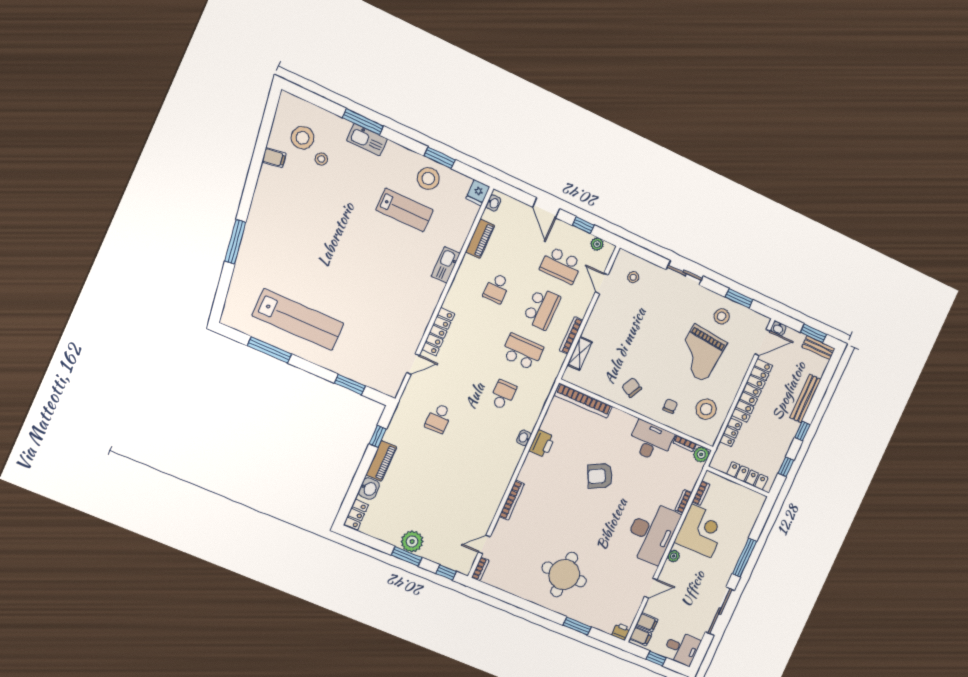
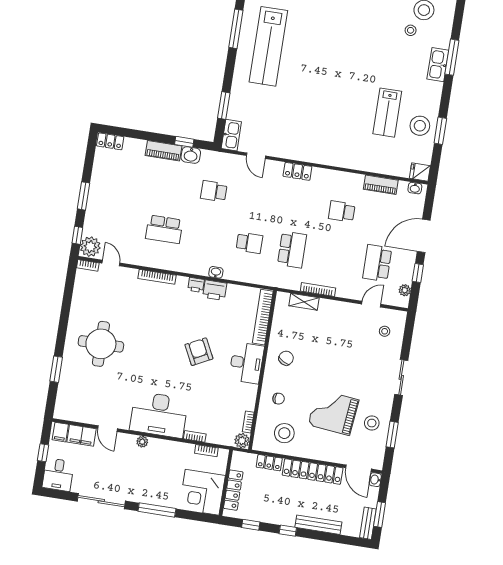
door: (546, 208) -> (424, 236), width x1.36
kitchen sink: (446, 265) -> (231, 135), moved, turned 90
school desk: (542, 309) -> (164, 229), moved
locker: (438, 332) -> (297, 171), width x0.66
desk: (651, 441) -> (246, 363), moved
washbasin: (369, 489) -> (191, 155), moved
corner desk: (701, 531) -> (202, 492), moved, turned 90
plant: (412, 541) -> (90, 247), moved
filing cabinet: (647, 622) -> (81, 435), width x2.00
printer: (621, 632) -> (196, 285), moved, turned 90

